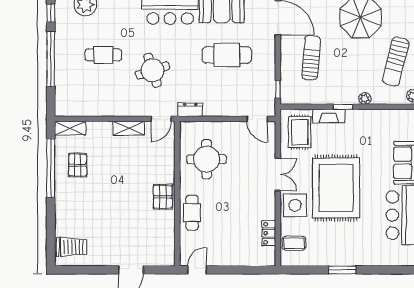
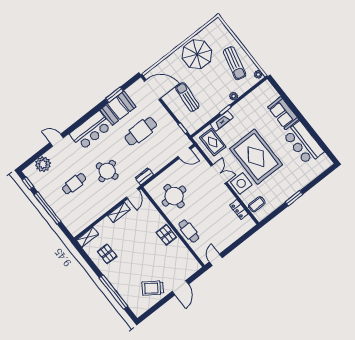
window: (51, 168) -> (113, 292), moved
trolley: (72, 247) -> (153, 288), moved, turned -145

